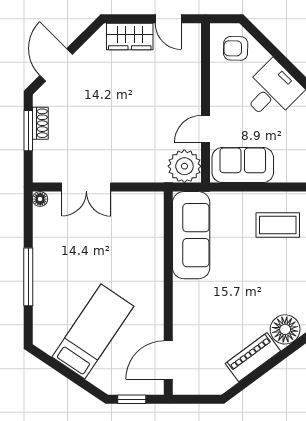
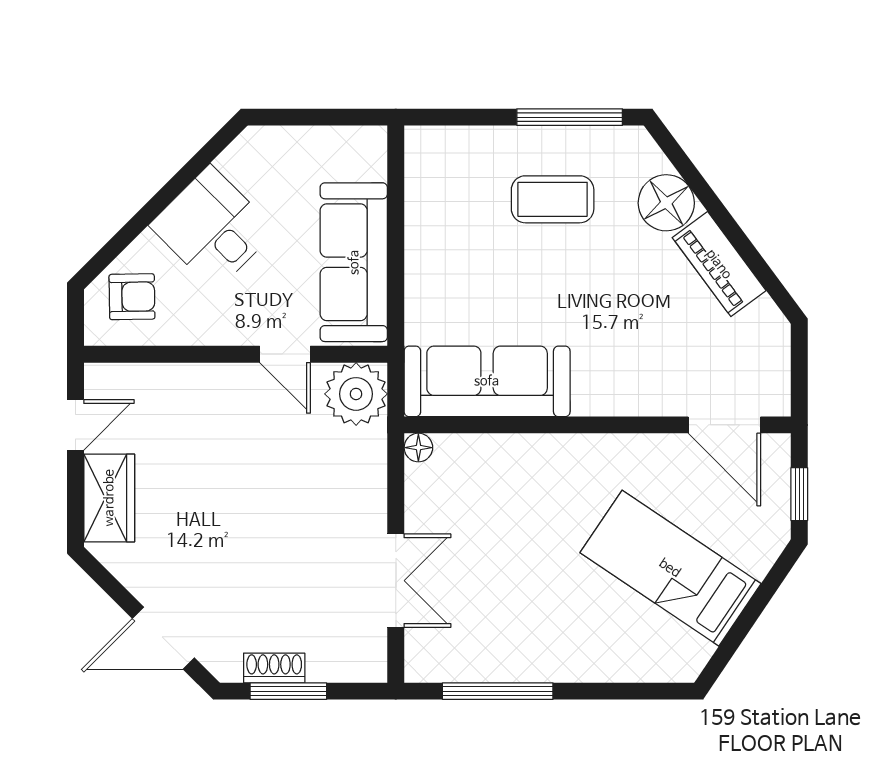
armchair: (236, 48) -> (132, 297), turned -92
sofa: (243, 165) -> (354, 262), width x1.36
floor lamp: (40, 199) -> (418, 448), moved
coffee table: (278, 225) -> (553, 199), moved, turned 90
window: (28, 277) -> (498, 691), moved

